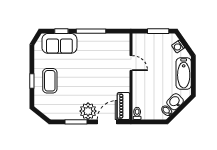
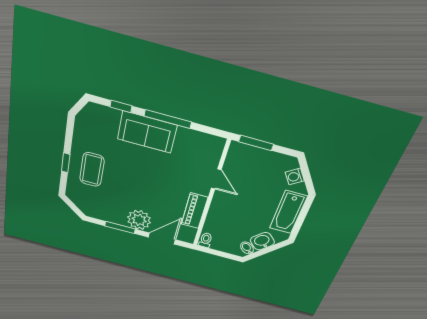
window: (158, 31) -> (256, 143), moved
sofa: (59, 43) -> (147, 132), moved
piano: (123, 106) -> (195, 211), moved

